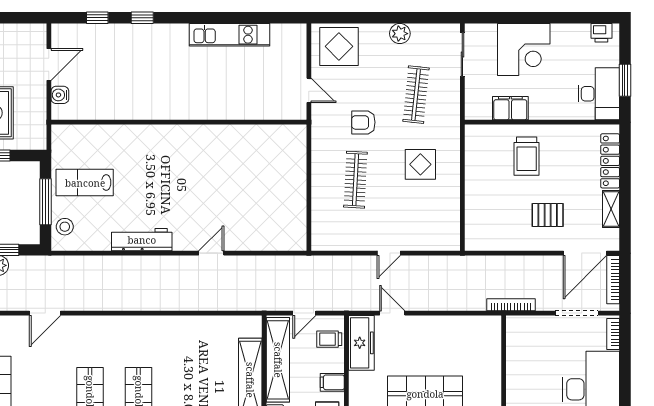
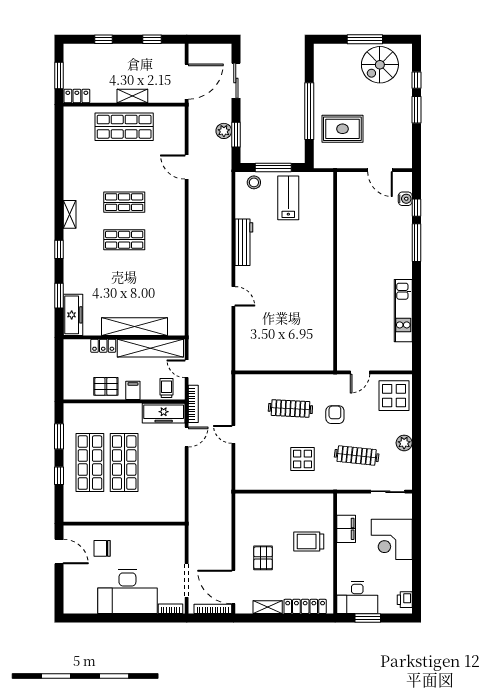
window: (142, 18) -> (416, 243), width x2.17
water cooler: (60, 95) -> (405, 199), moved, turned 90
bookcase: (511, 305) -> (193, 404), moved

